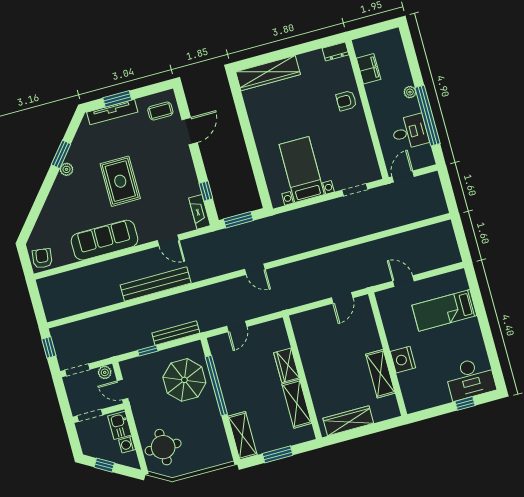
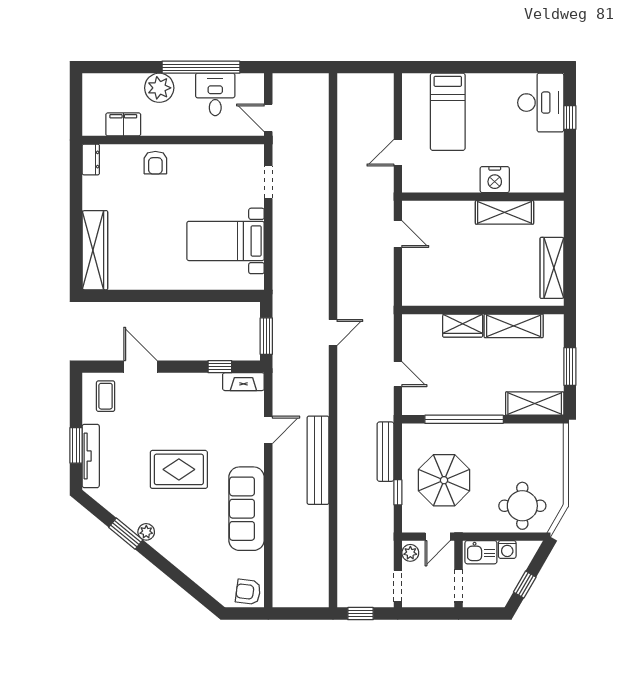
plant: (410, 92) -> (159, 88), width x1.87, depth x1.87
parasol: (184, 380) -> (444, 480), moved

